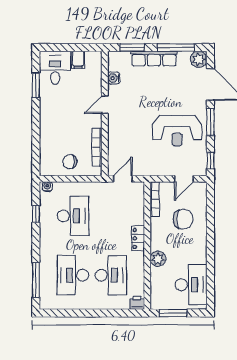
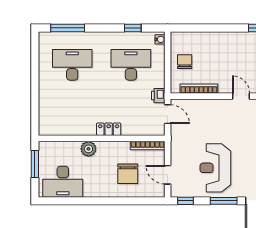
desk: (73, 216) -> (131, 65), turned 180
desk: (111, 275) -> (72, 102), removed
printer: (137, 303) -> (158, 96), moved, turned 180

